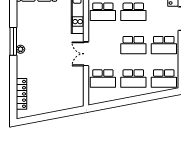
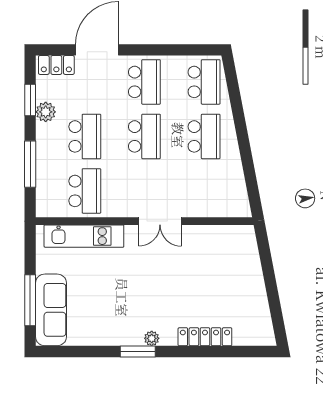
window: (13, 41) -> (138, 351), width x0.69
school desk: (103, 78) -> (204, 191), removed
locker: (21, 94) -> (205, 337), moved

